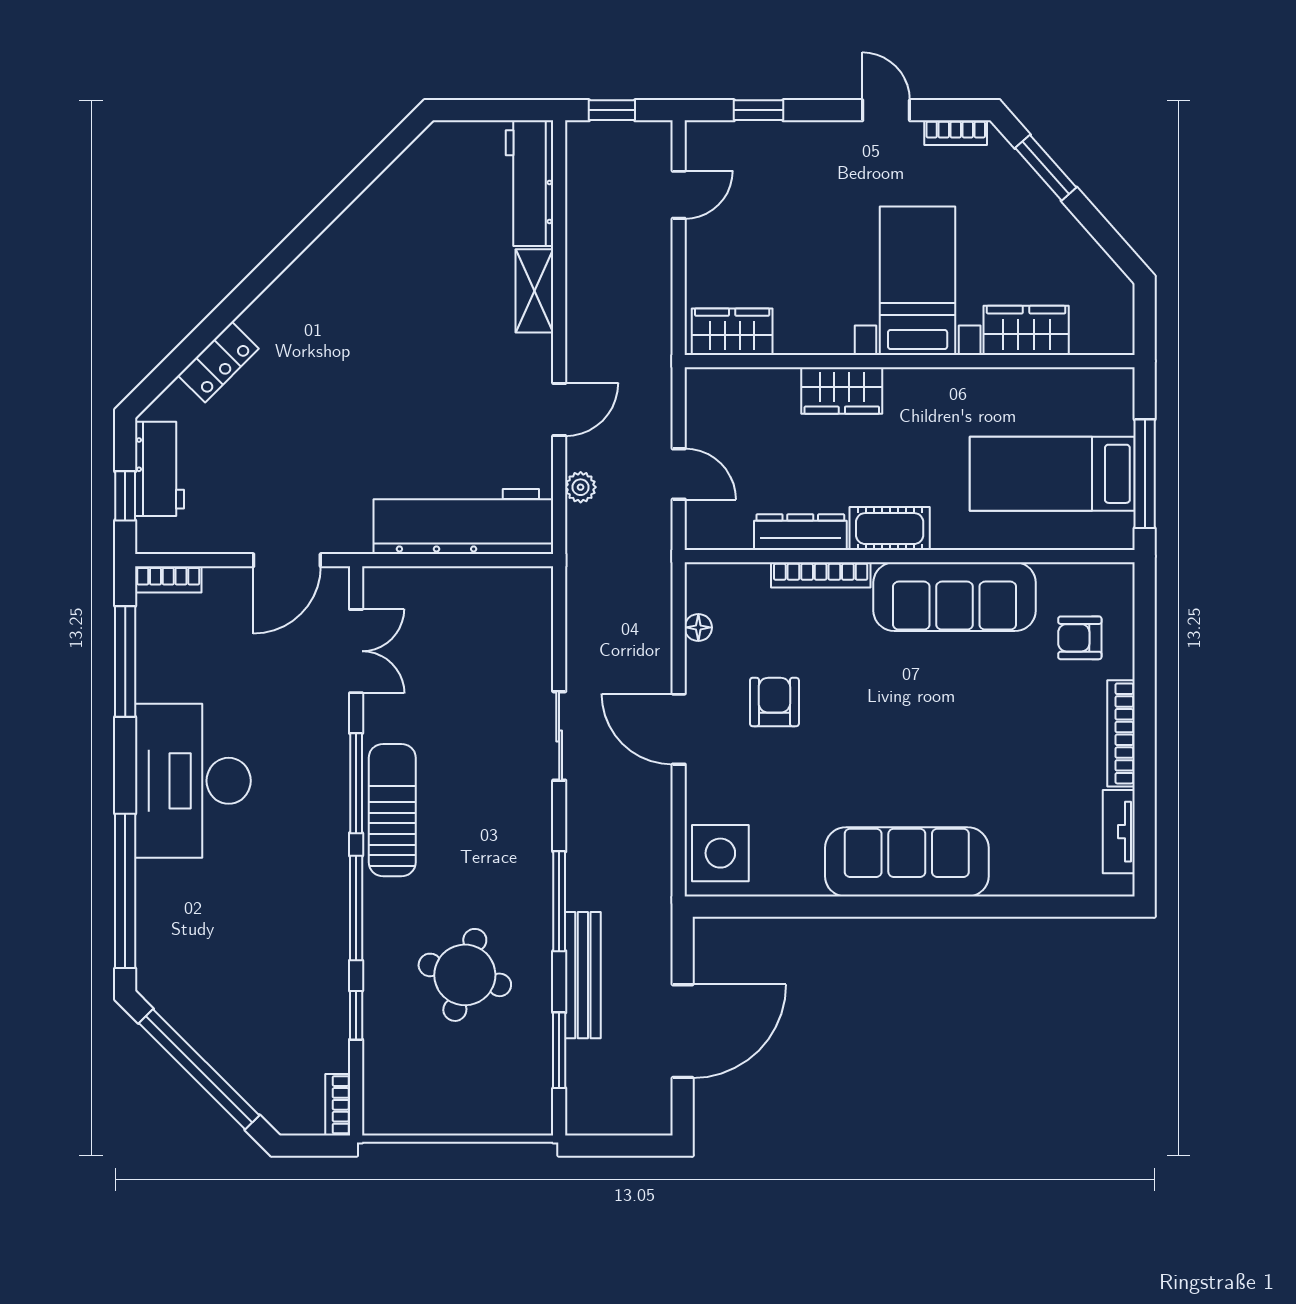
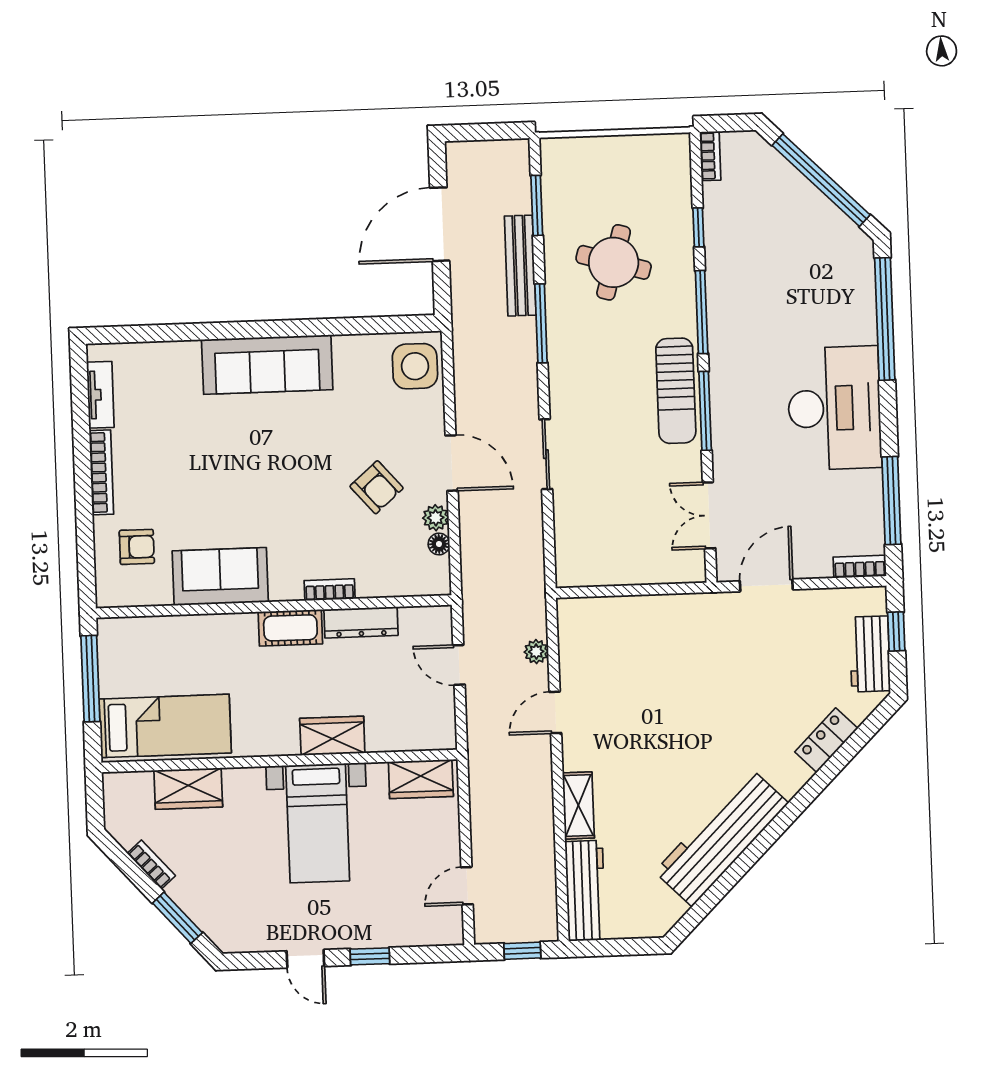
window: (759, 110) -> (370, 956), moved
bookcase: (956, 133) -> (151, 865), moved, turned 49
bed with nightstands: (918, 281) -> (318, 823), moved
bed: (1052, 474) -> (165, 726), moved
workbench: (463, 521) -> (721, 837), moved, turned 135
bookcase: (821, 575) -> (330, 590), width x0.64
sofa: (955, 597) -> (220, 576), width x0.73
plant: (701, 661) -> (436, 518), added
armchair: (774, 702) -> (377, 487), turned -41

